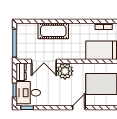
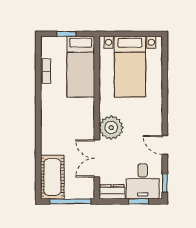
cot: (53, 31) -> (52, 177), moved
double door: (44, 61) -> (97, 158), swing flipped
door: (79, 108) -> (165, 145), moved

